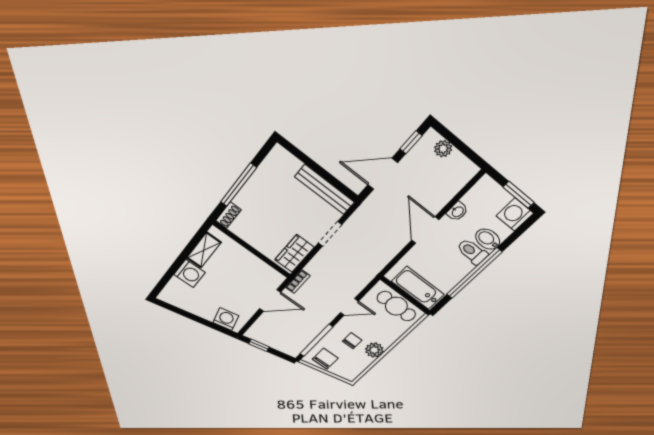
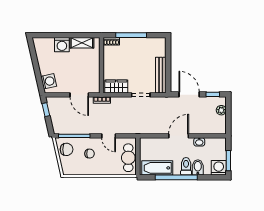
bathtub: (418, 288) -> (157, 168), moved, turned -90
plant: (374, 350) -> (93, 169), removed

